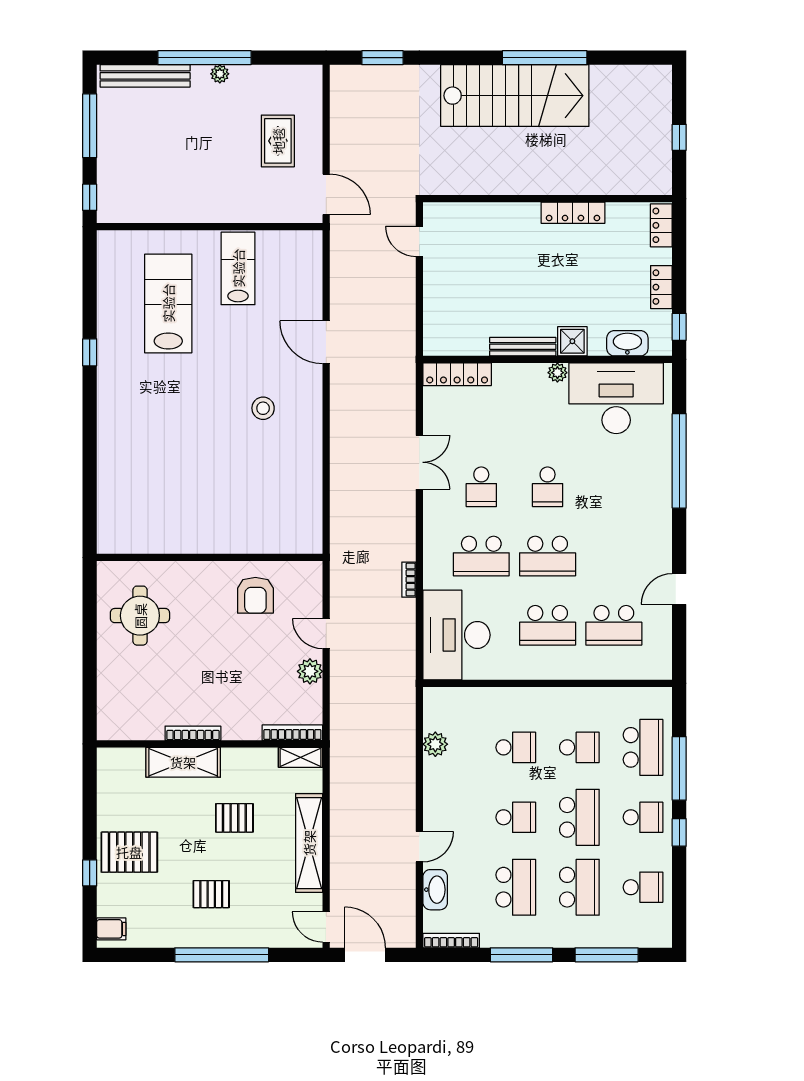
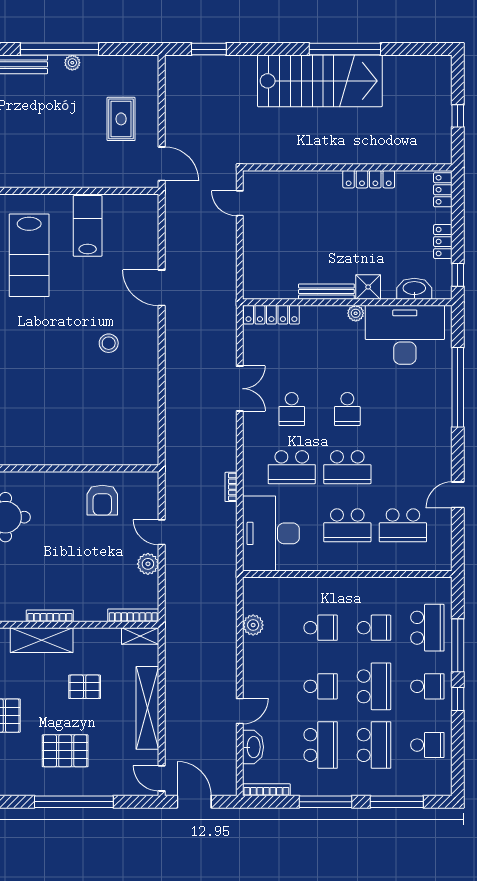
lab bench: (168, 303) -> (29, 255), turned 180
pallet: (211, 894) -> (65, 751), width x1.50, depth x1.42

